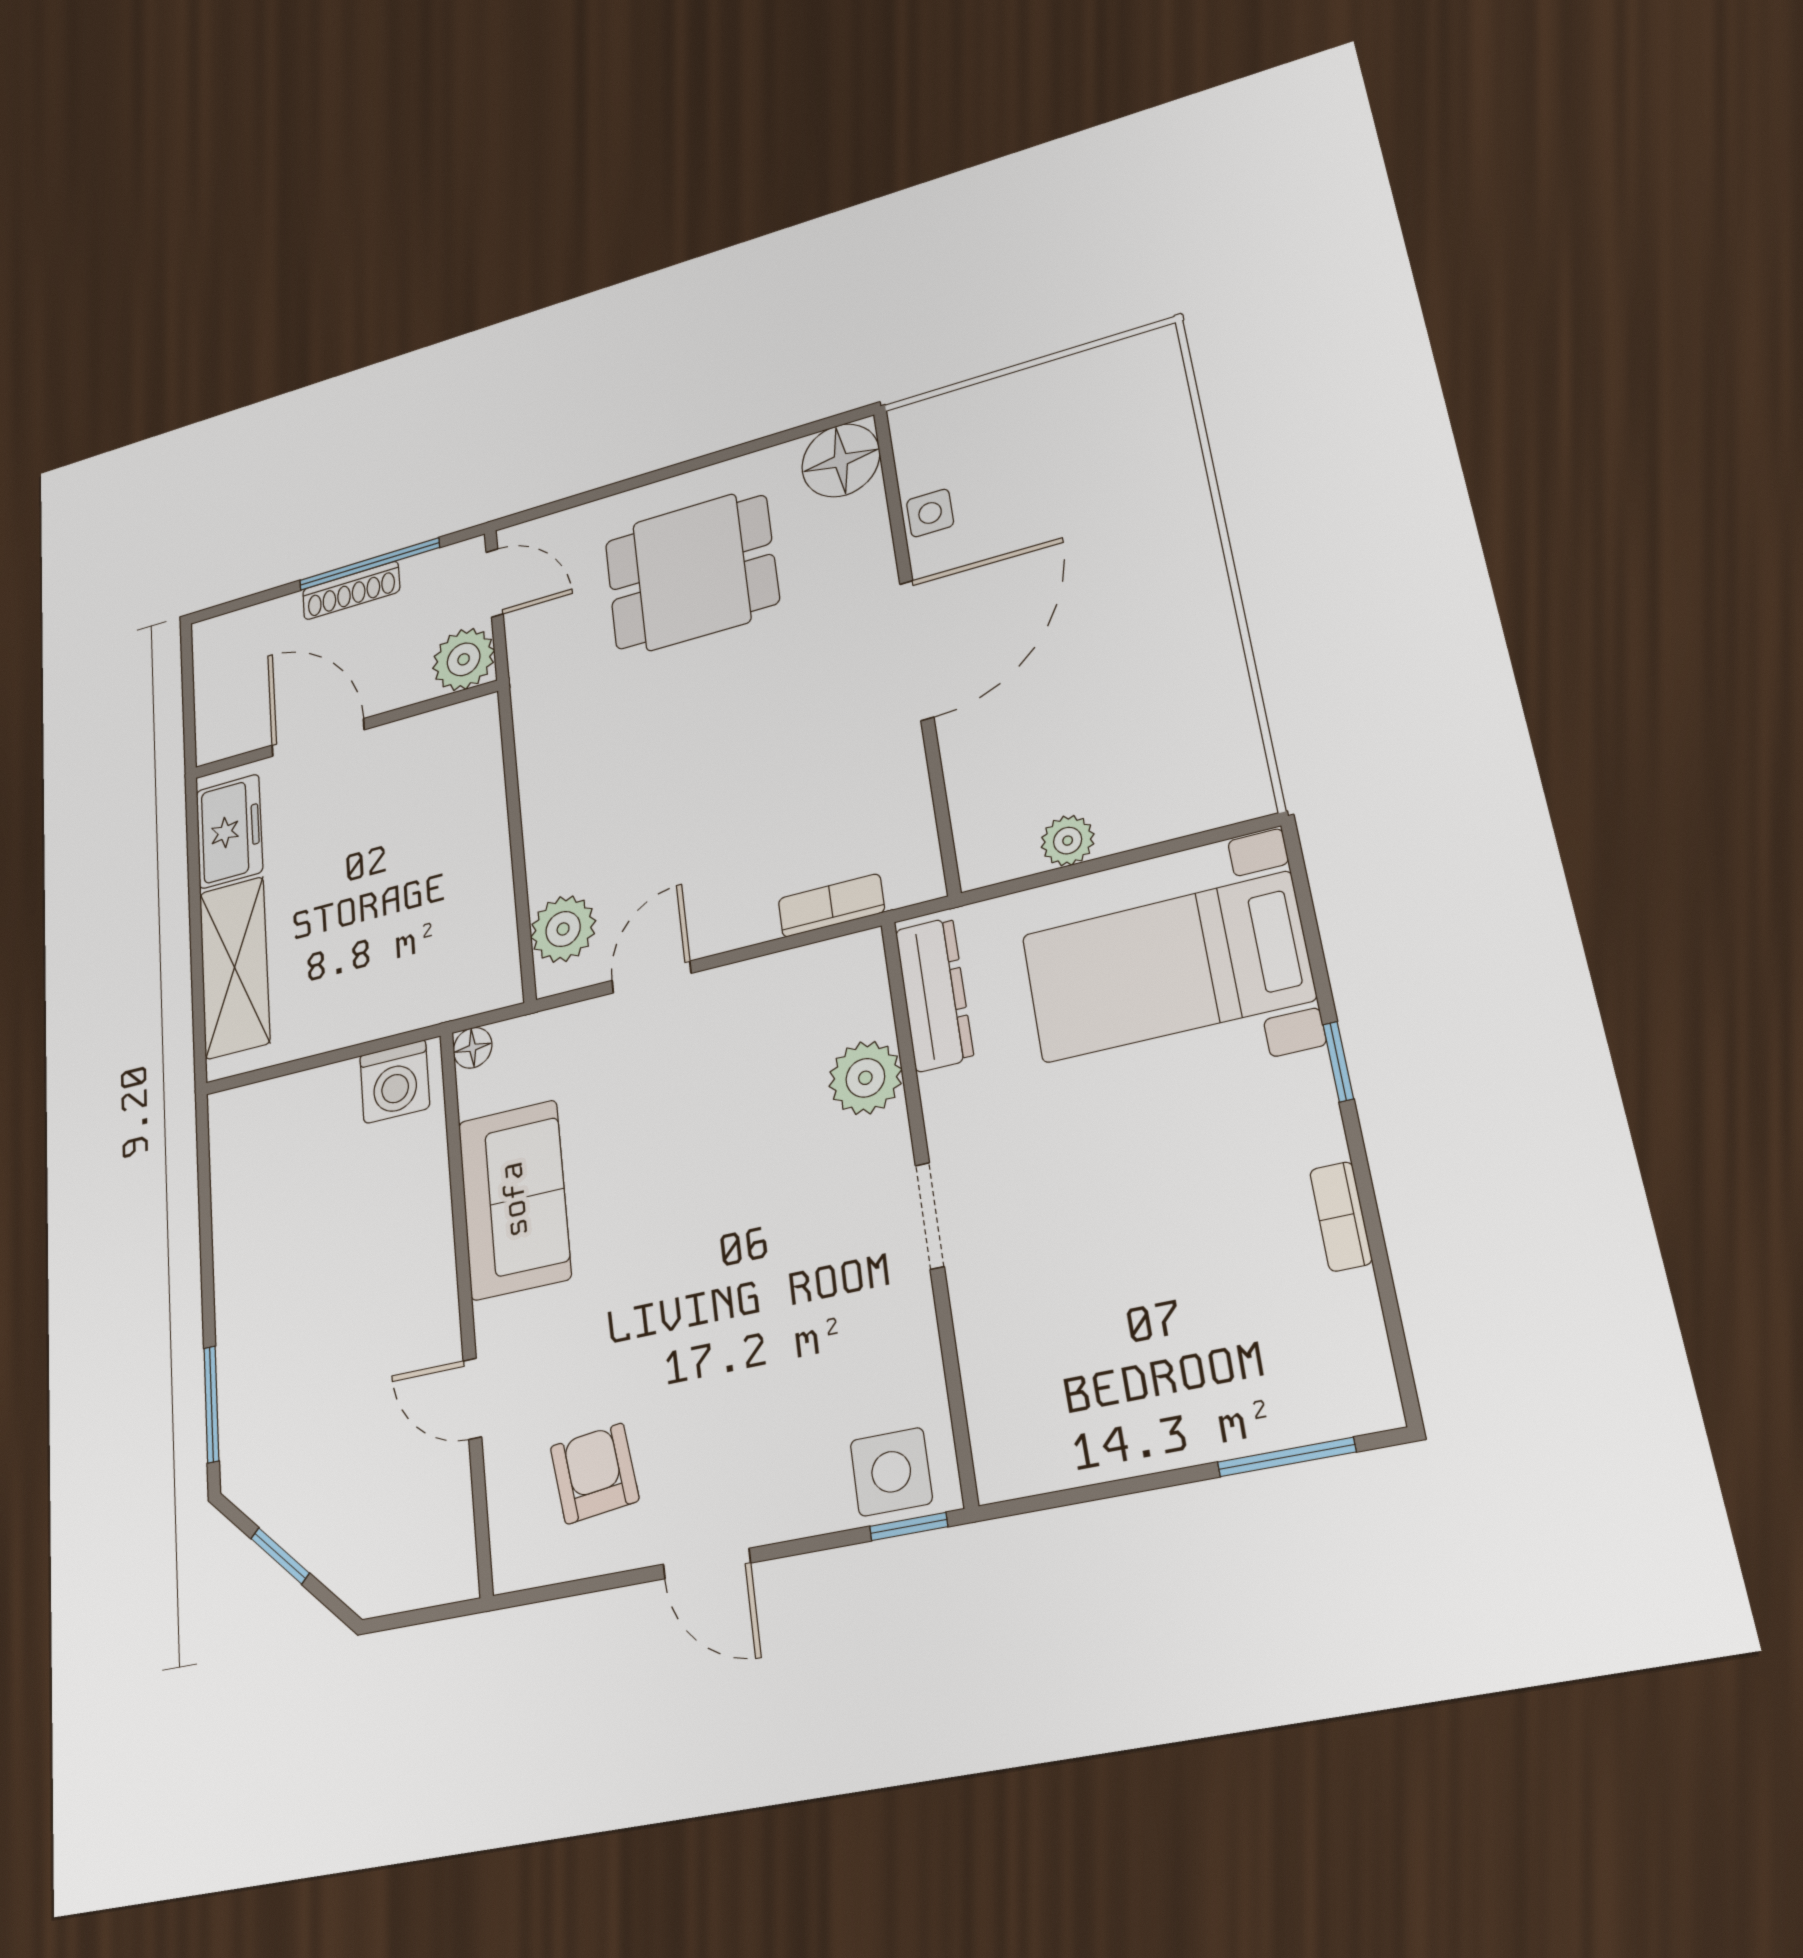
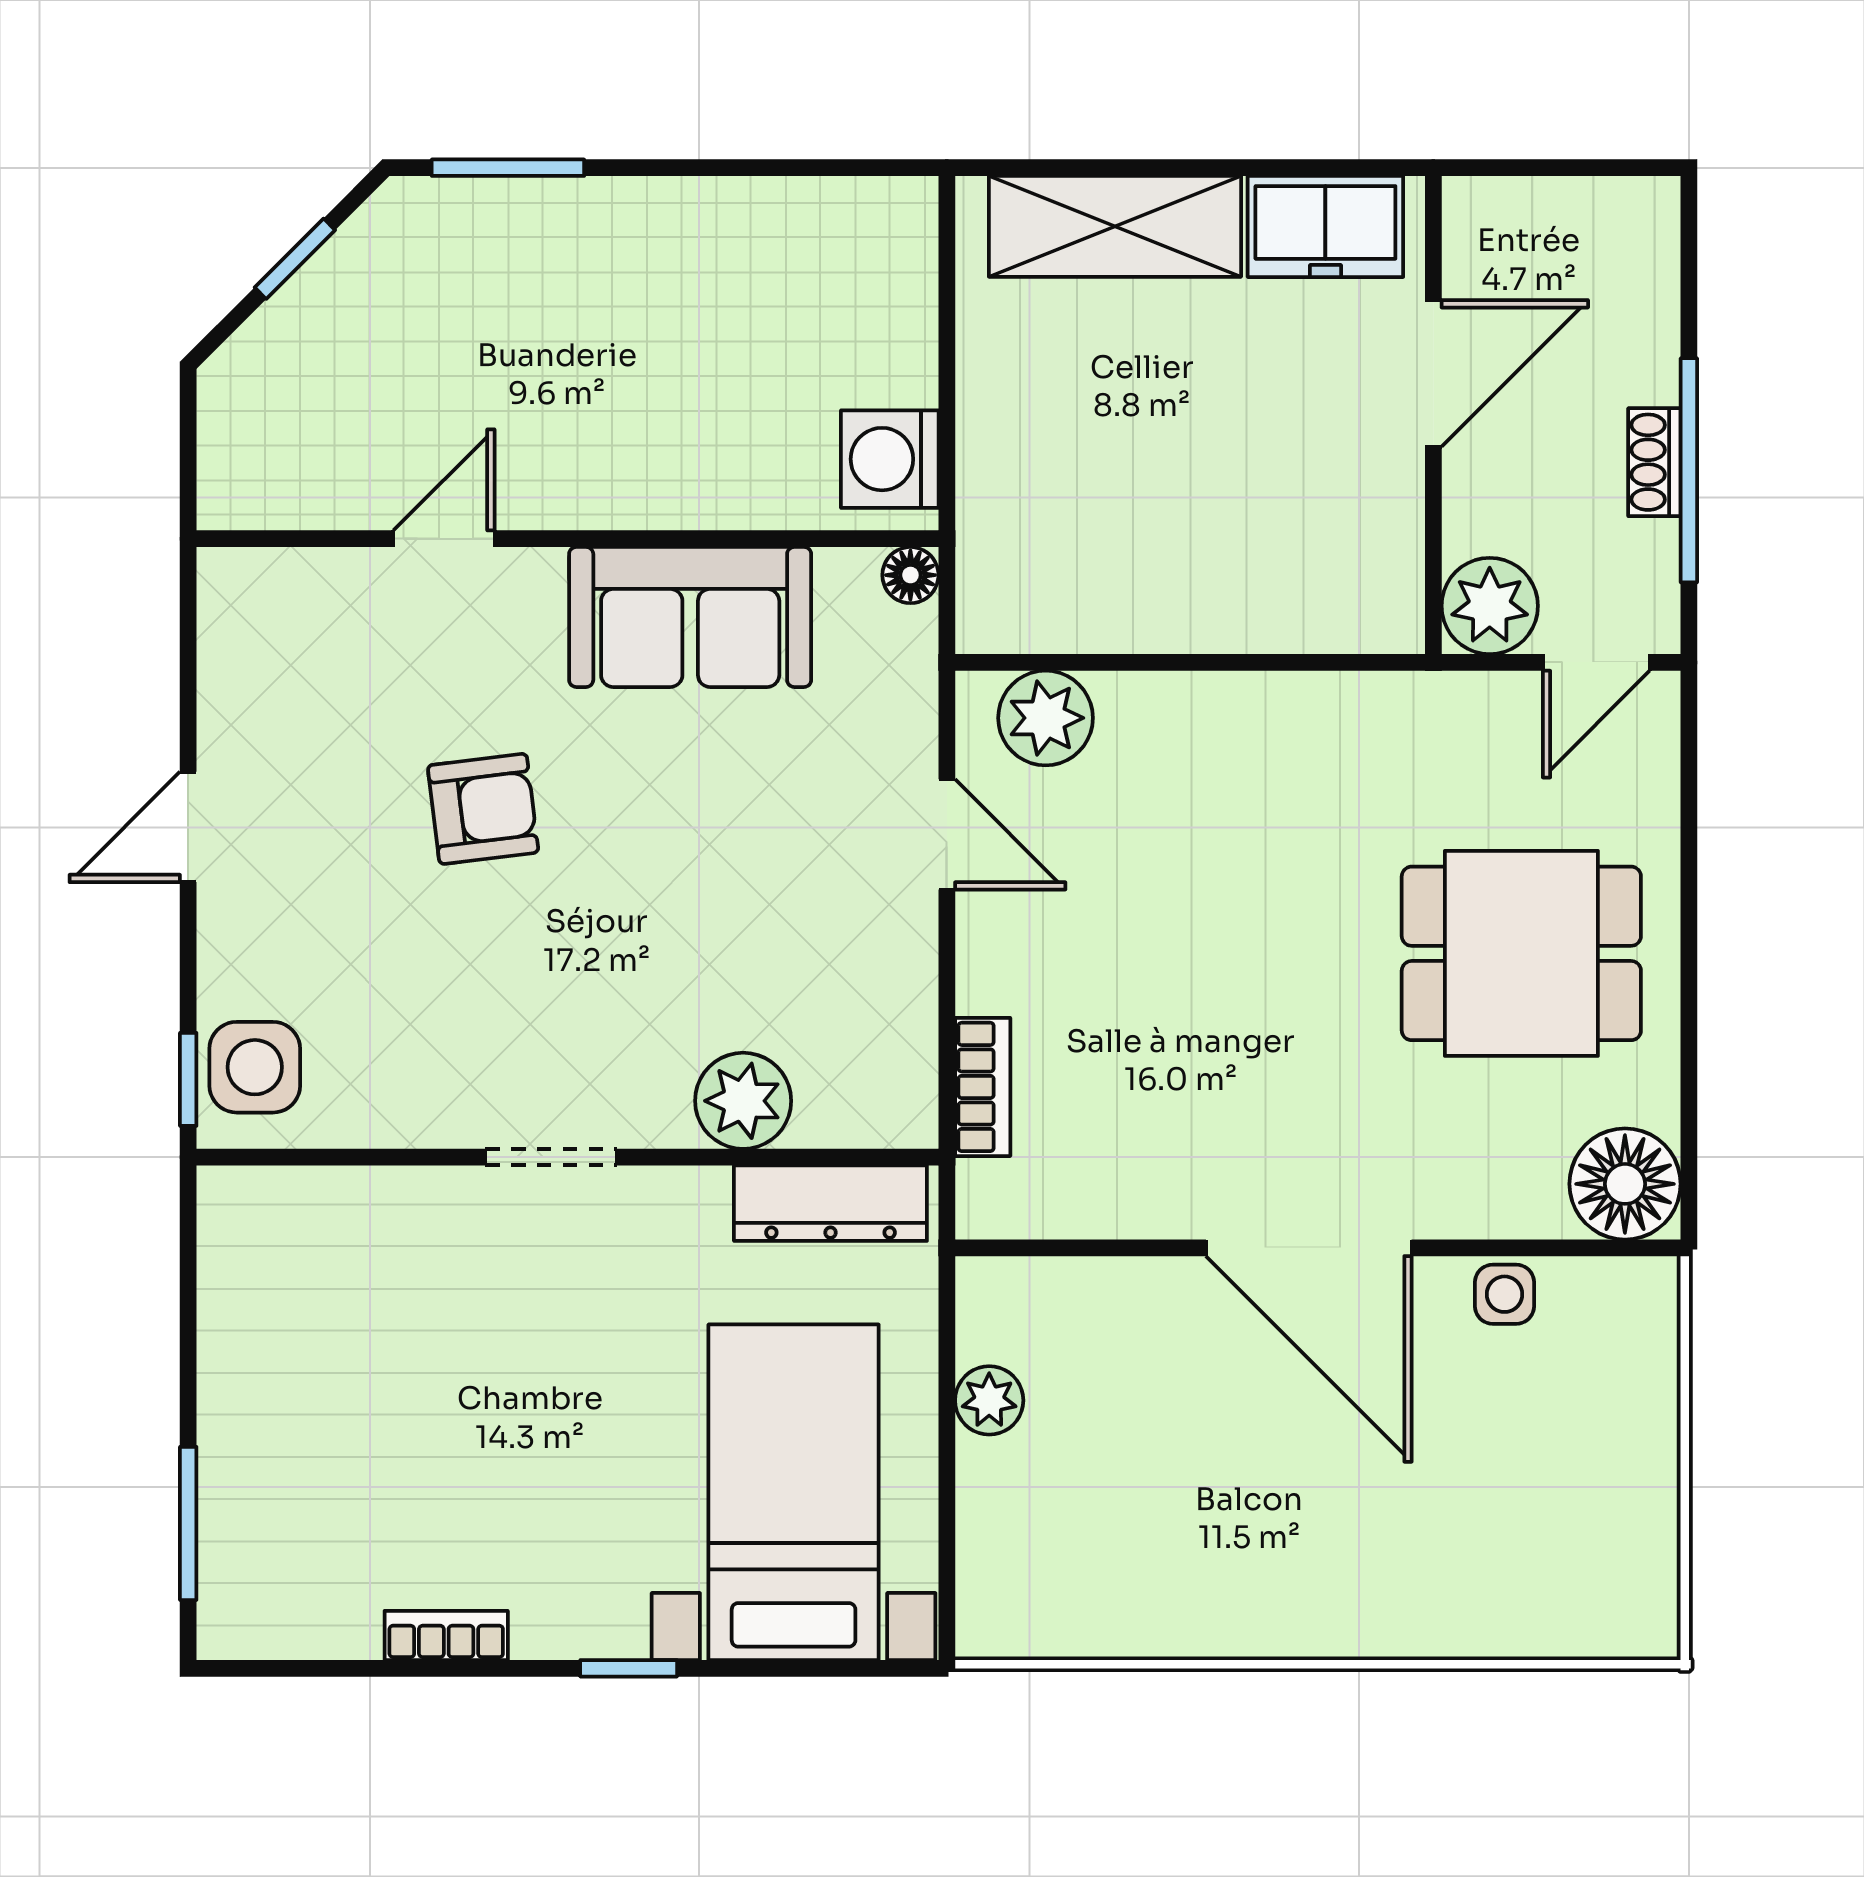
dining table: (691, 572) -> (1521, 953), turned 90
shoe rack: (351, 590) -> (1654, 462), width x0.70
armchair: (595, 1473) -> (483, 809), moved

